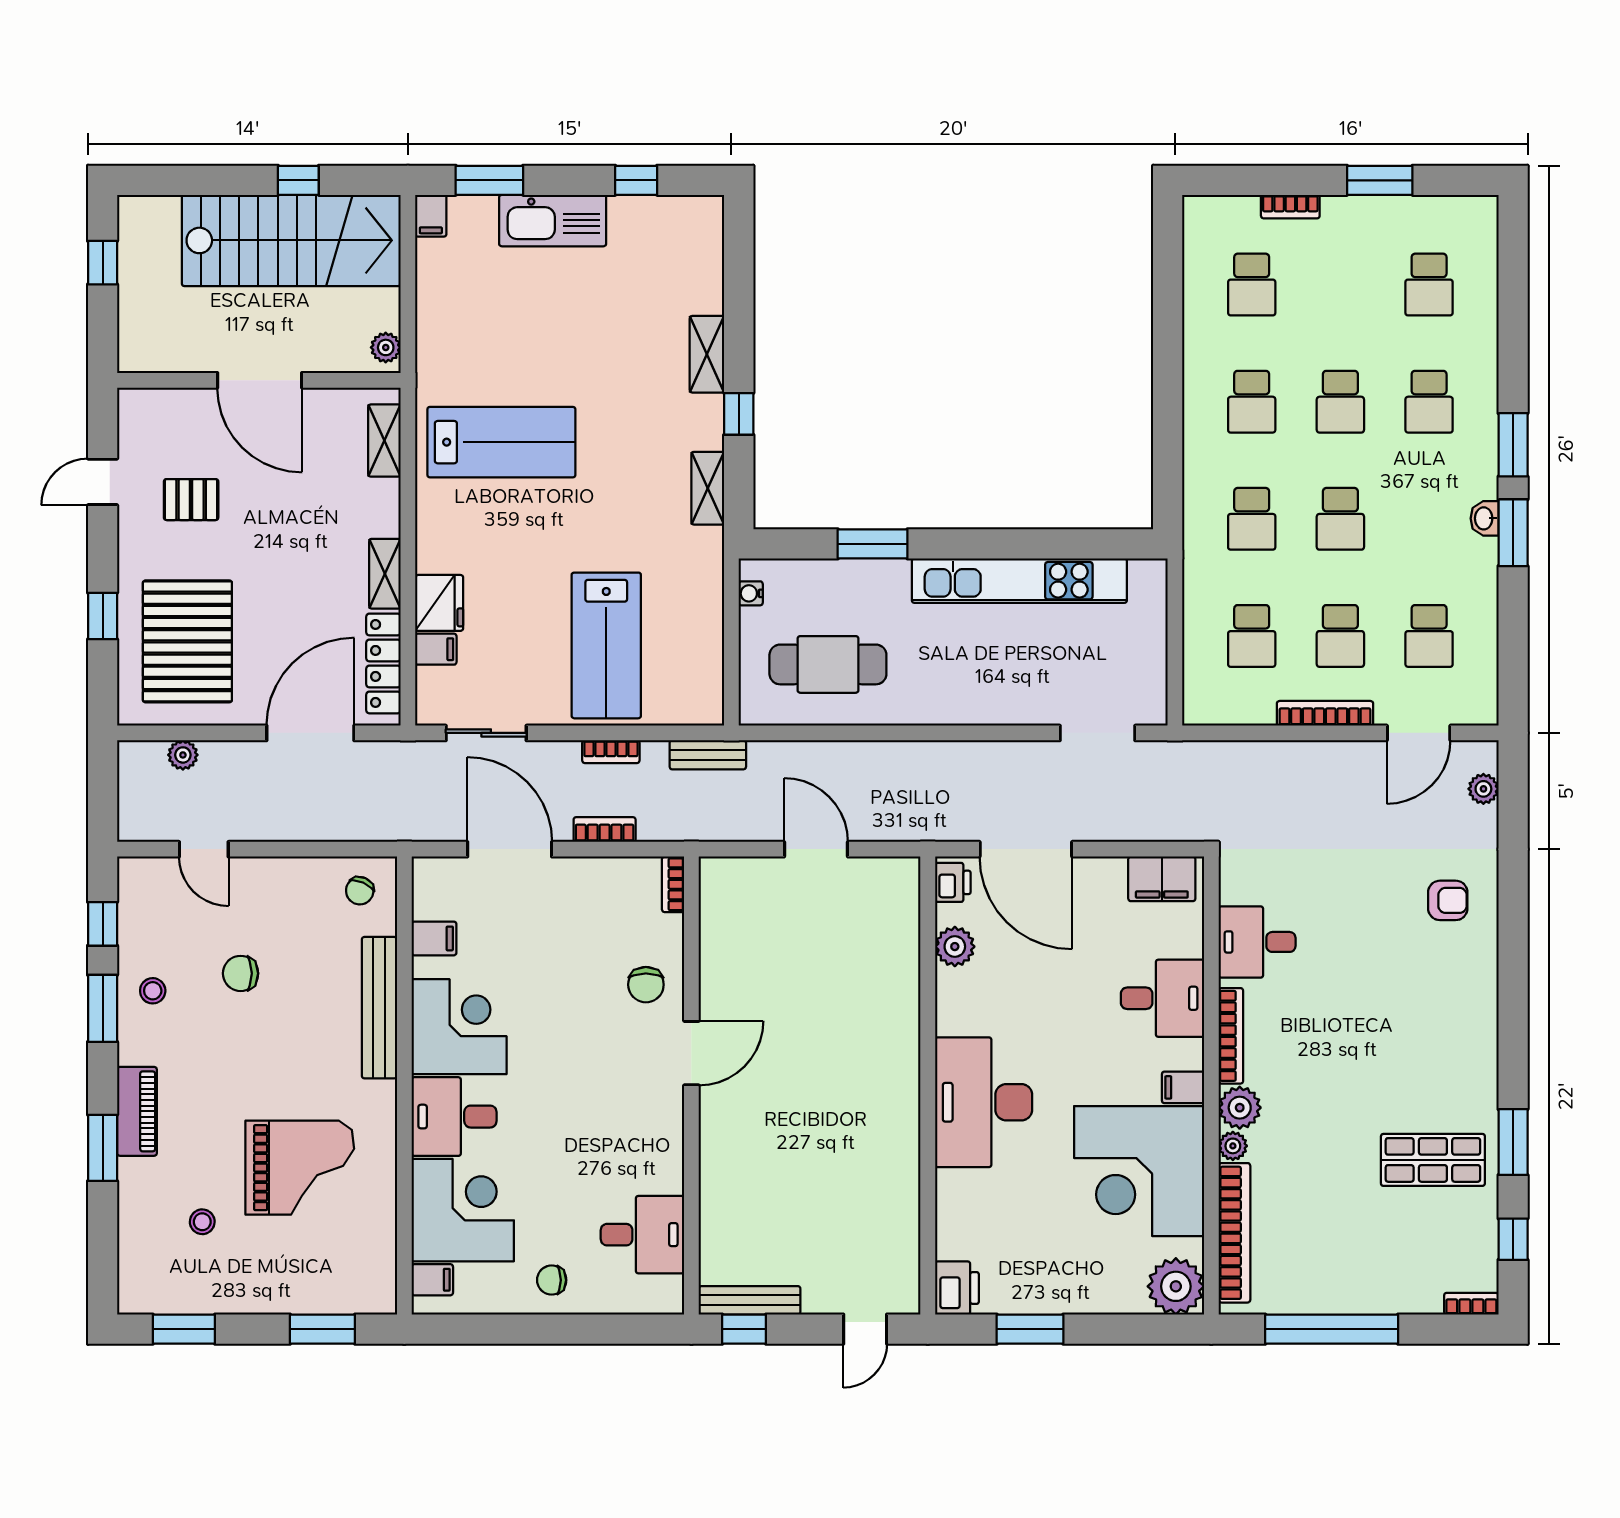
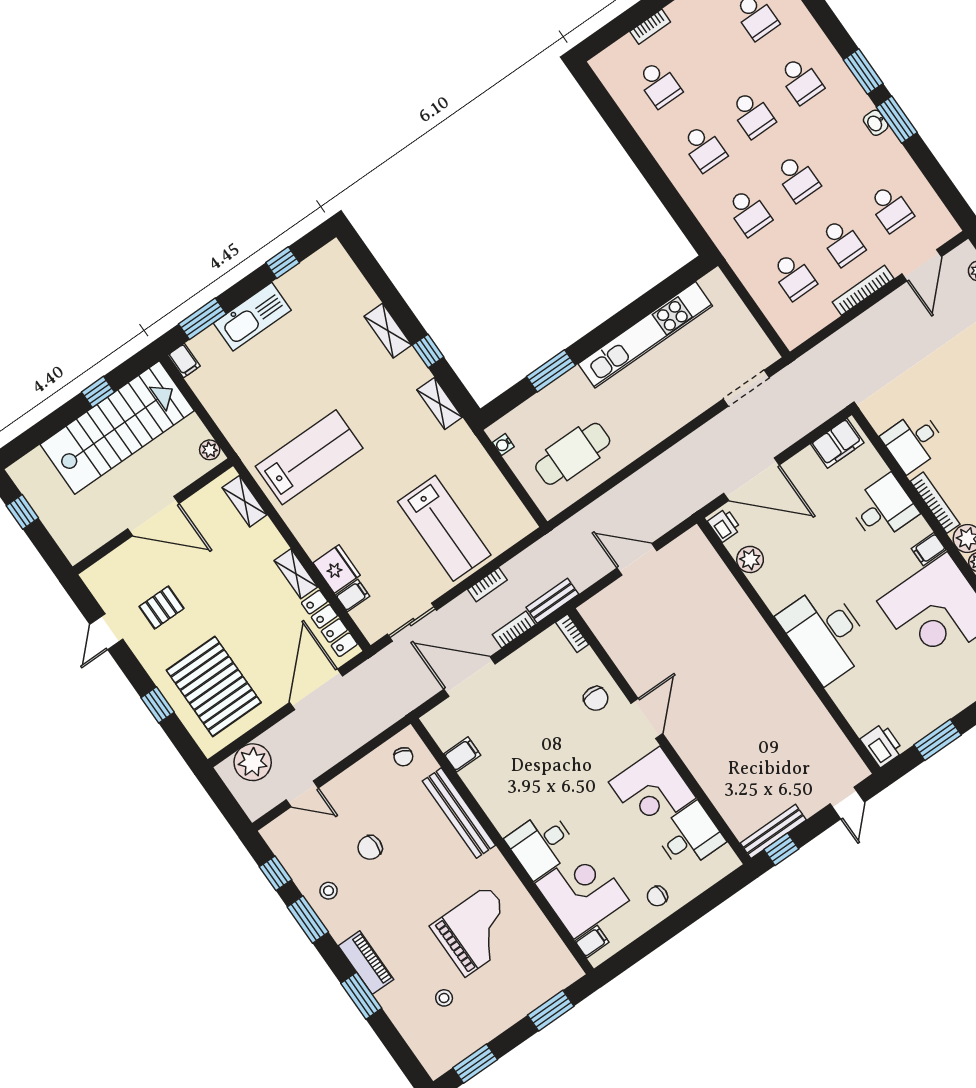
plant: (183, 755) -> (253, 762), width x1.88, depth x1.88
bench: (708, 755) -> (552, 601), moved
corner desk: (459, 1027) -> (652, 790), moved, turned 180

